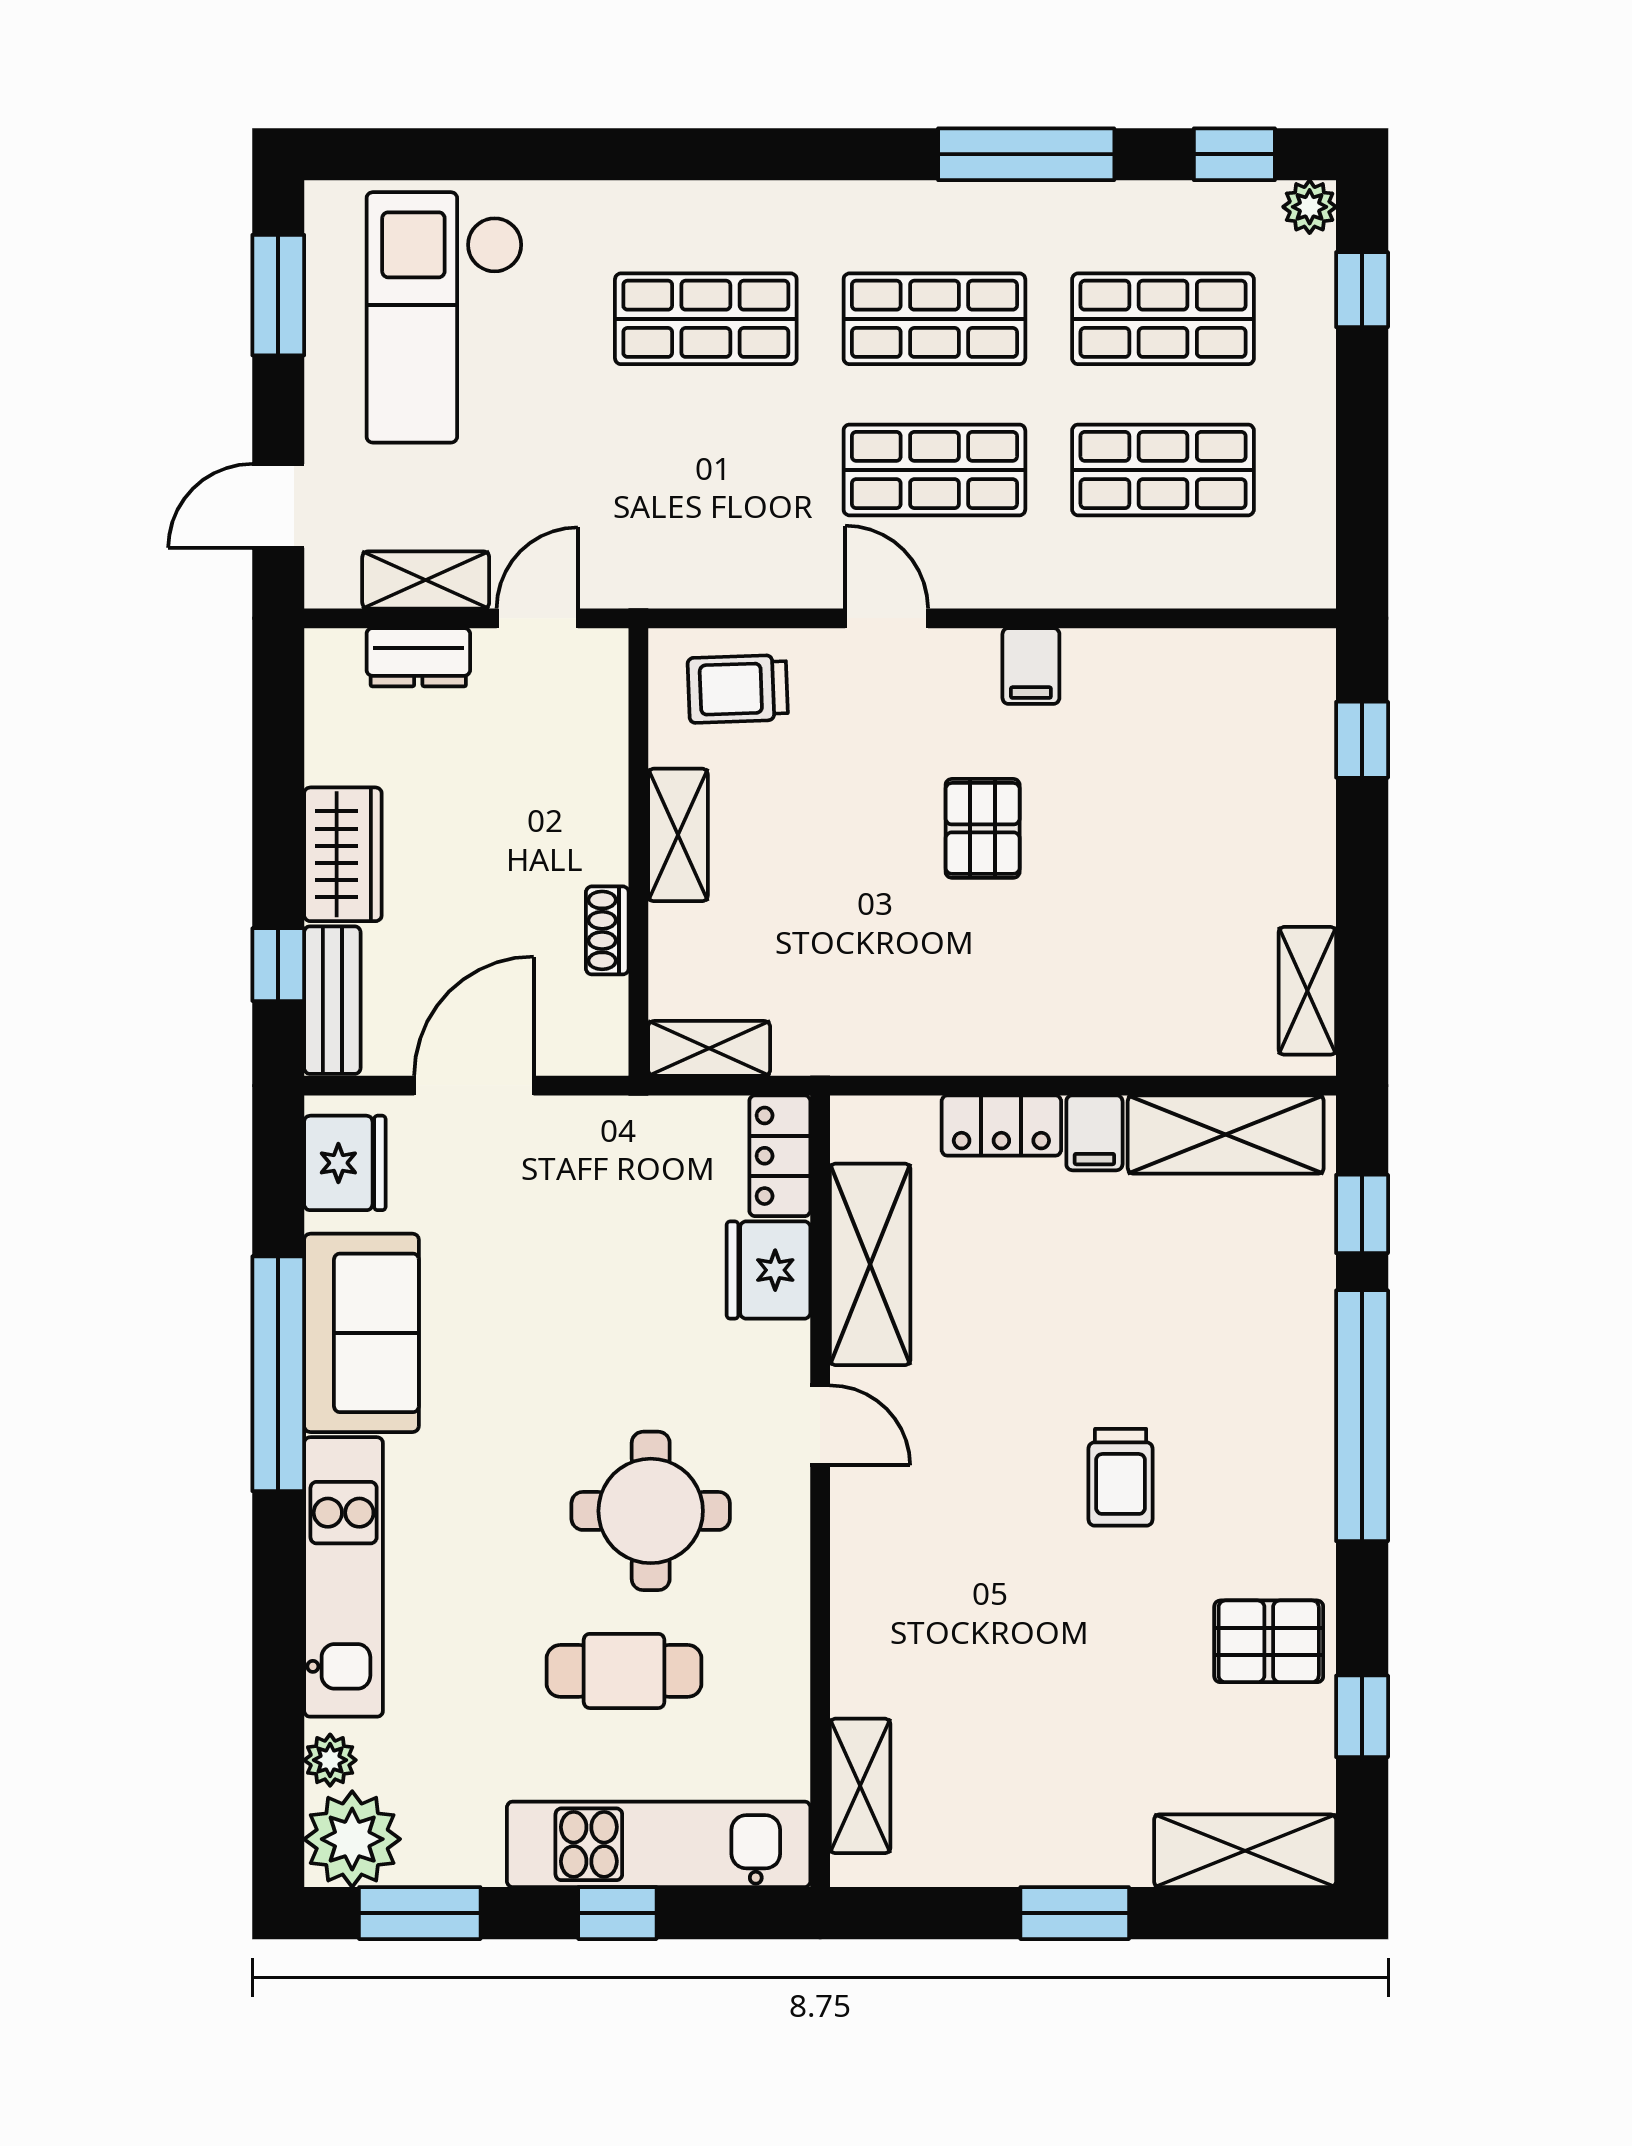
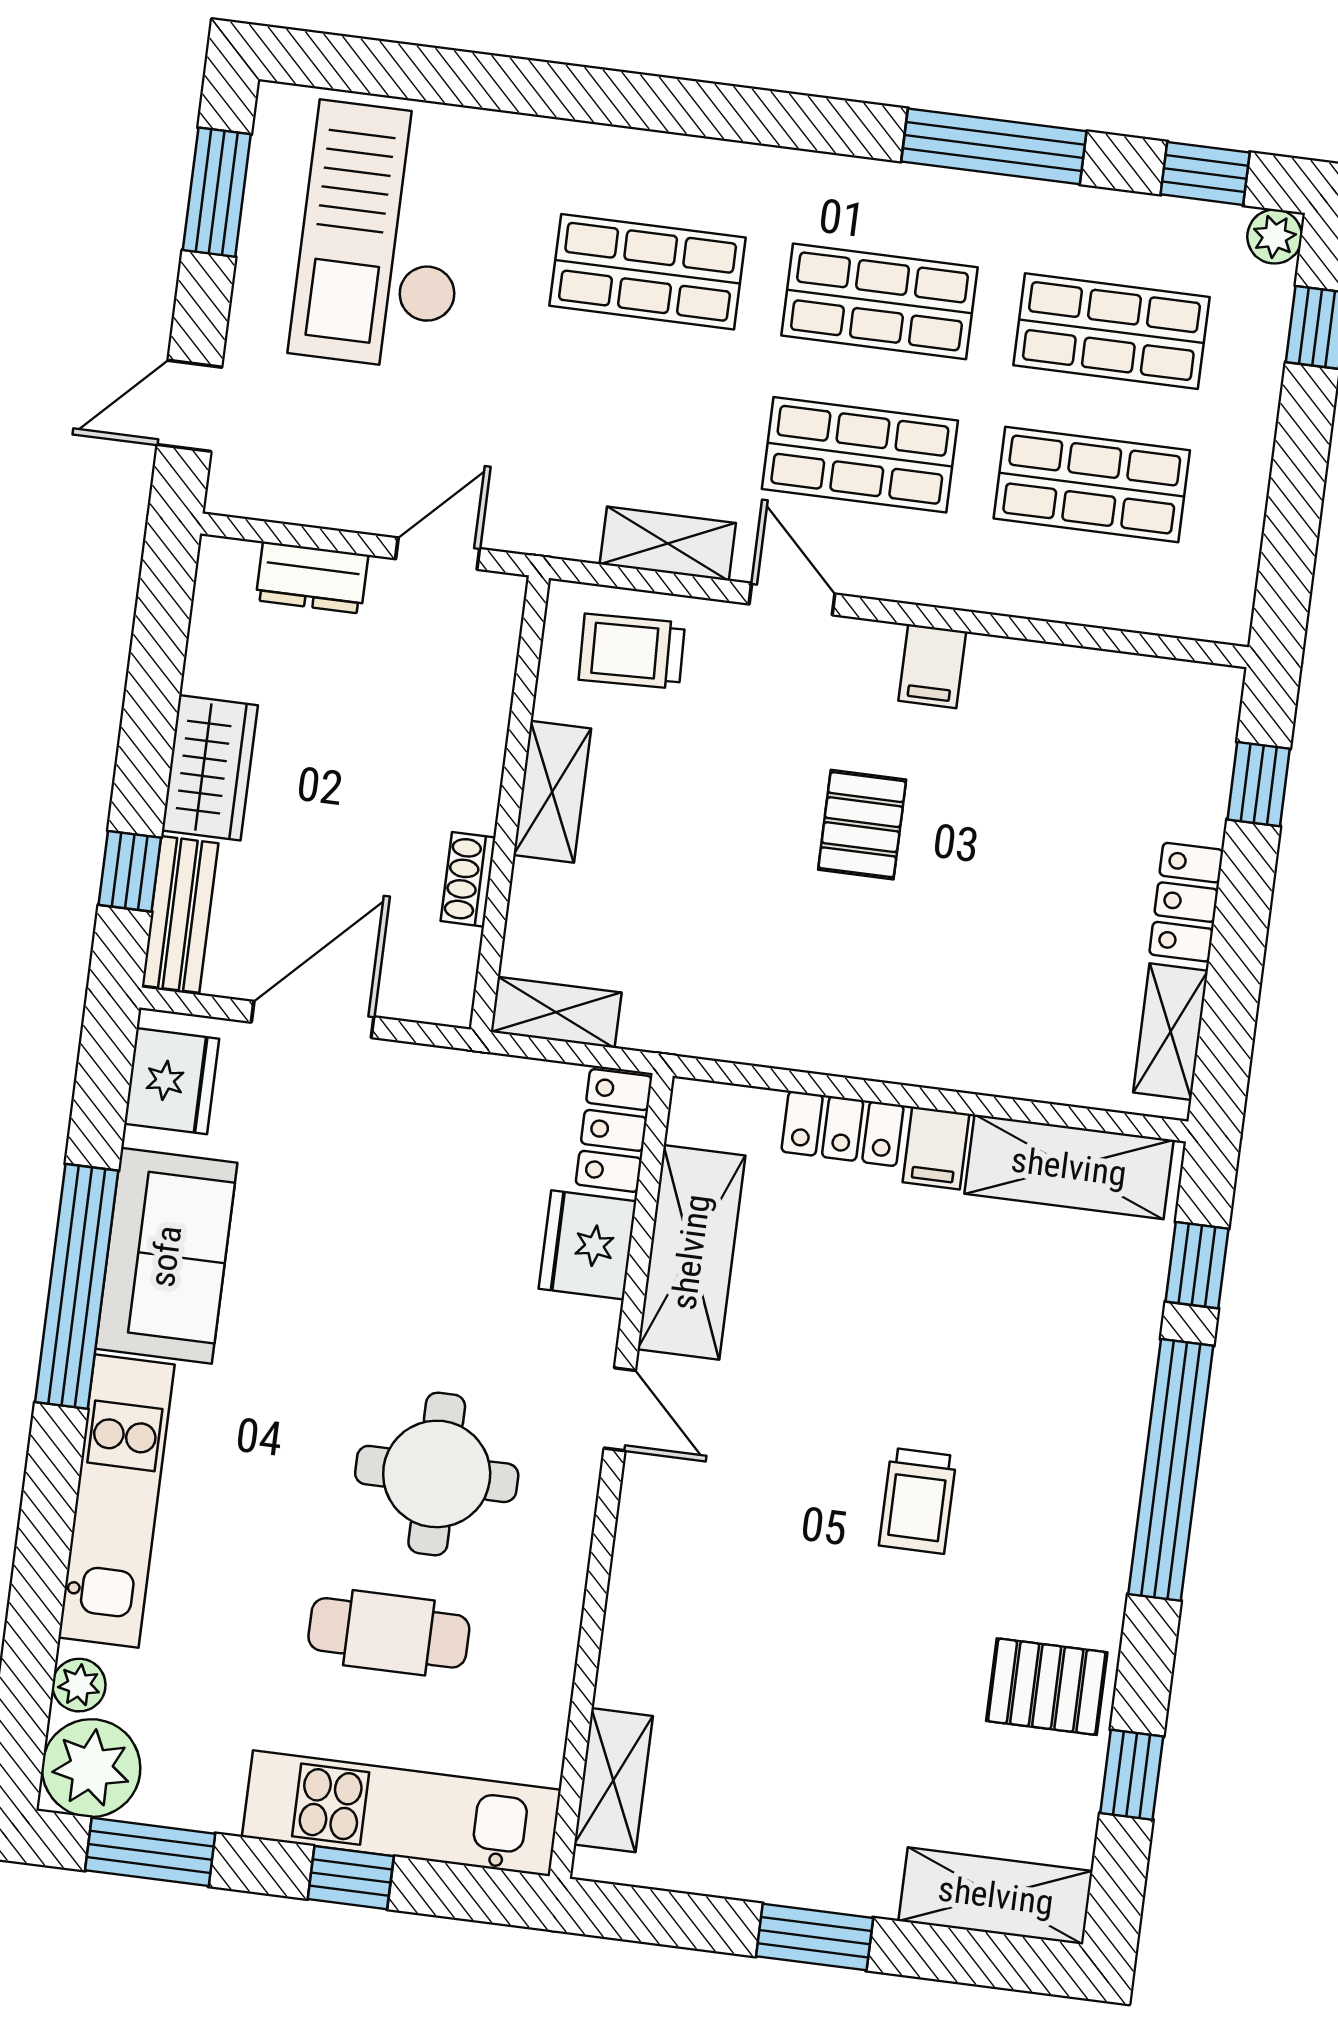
shelving: (426, 580) -> (668, 544), moved
locker: (1307, 863) -> (1186, 902), added

